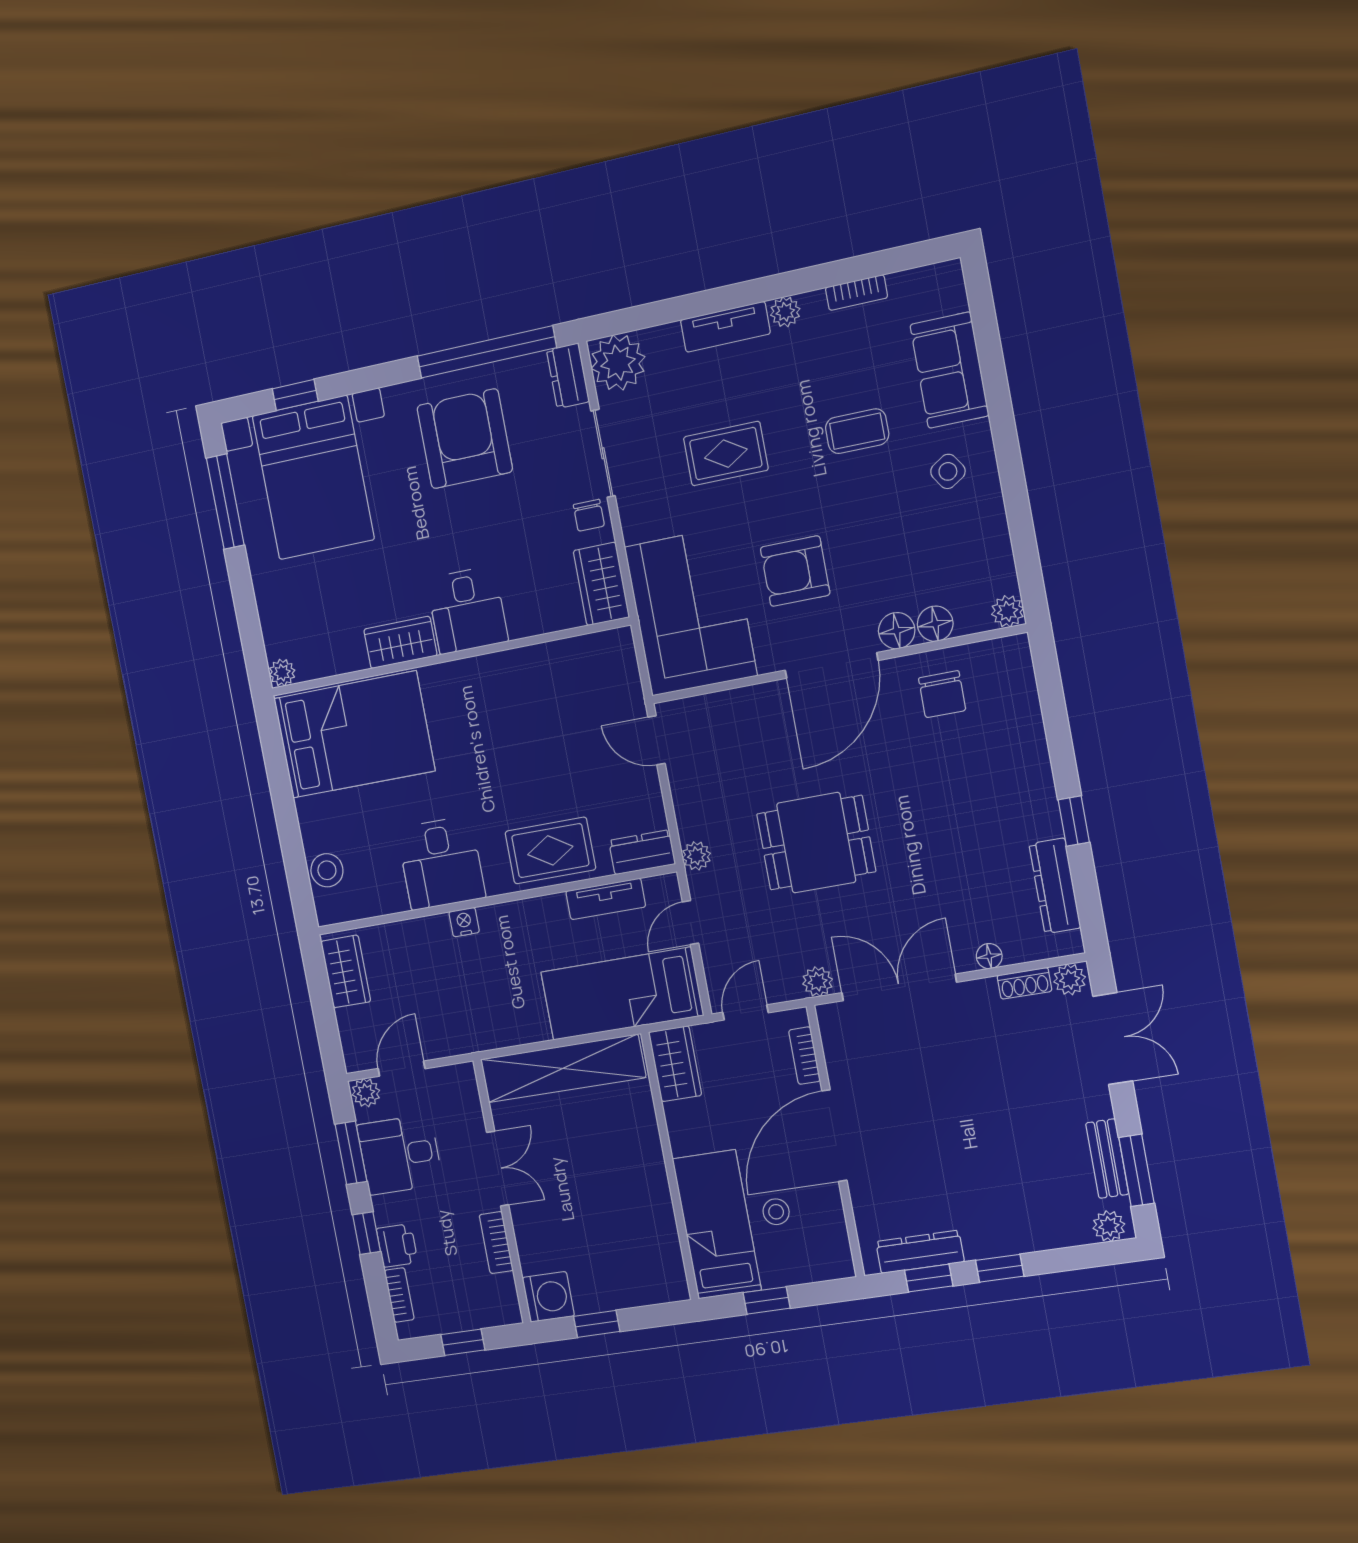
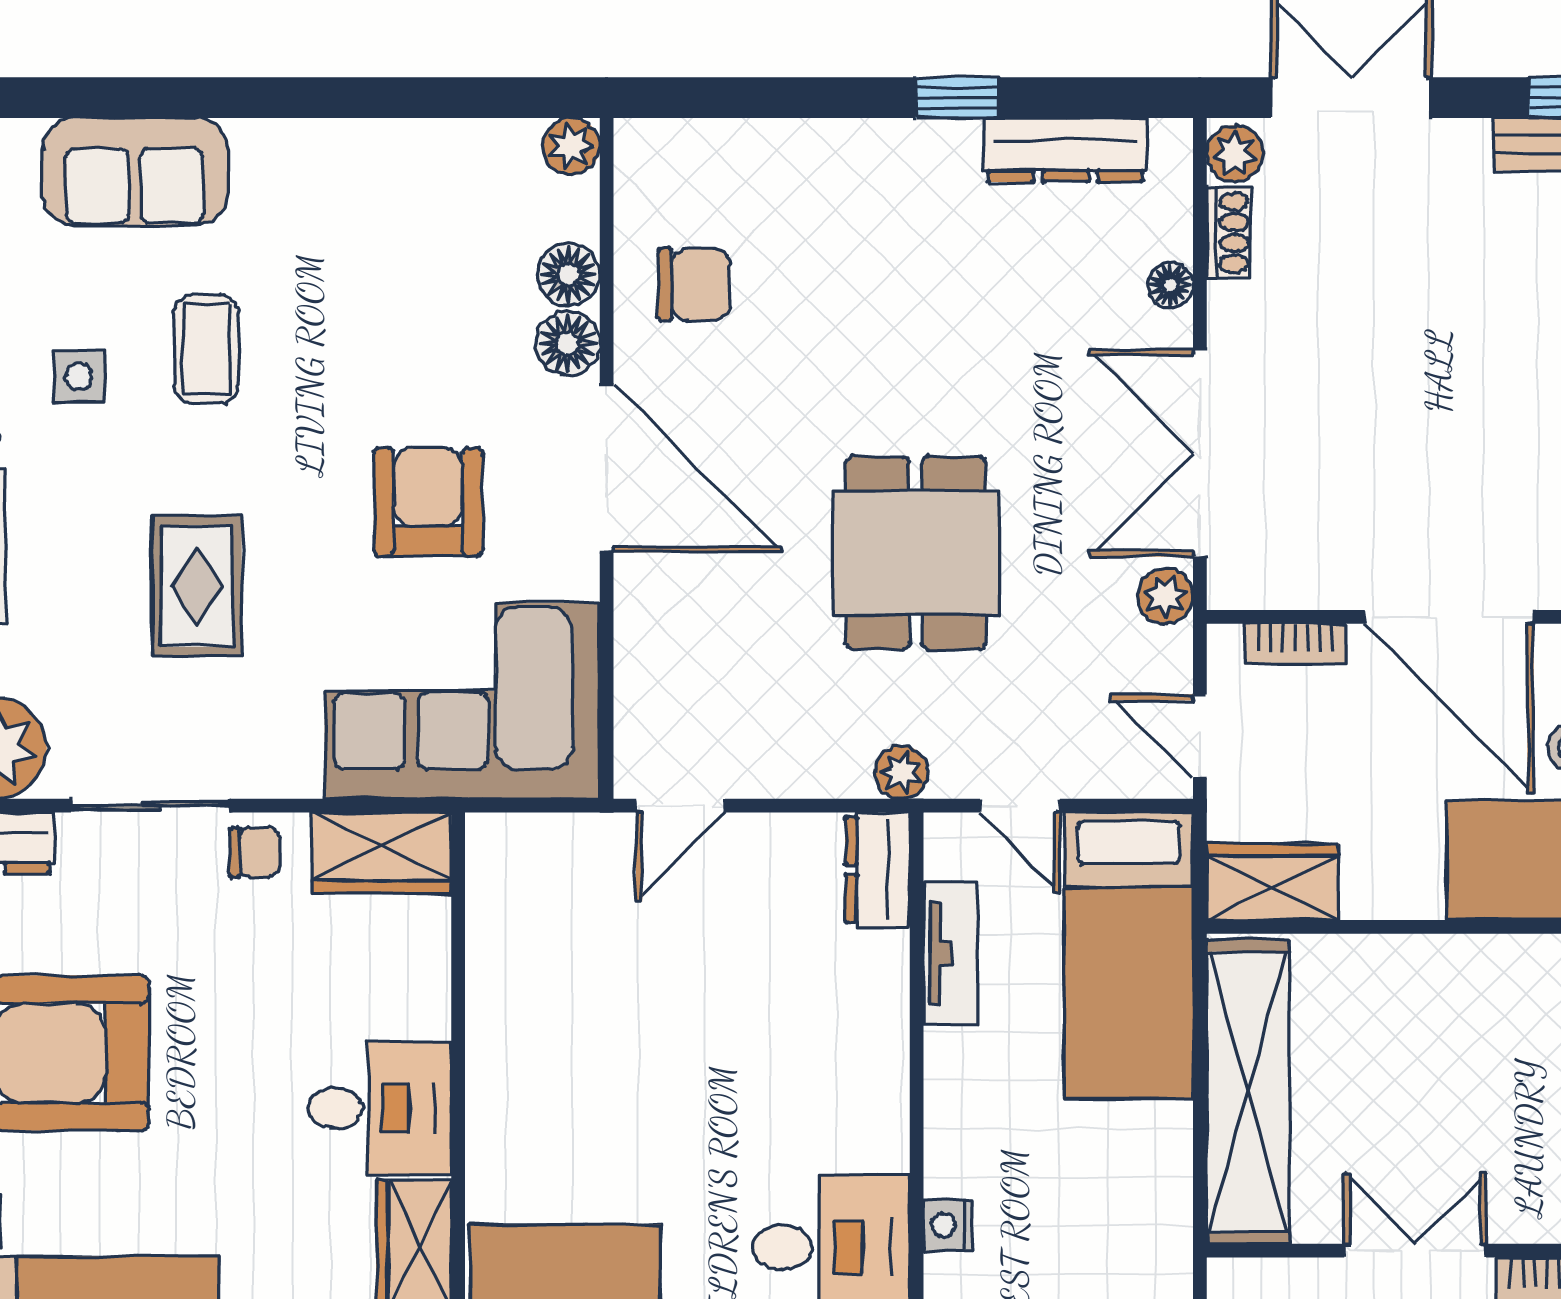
side table: (948, 471) -> (79, 376), moved, turned 33
armchair: (795, 571) -> (428, 502), turned 180
rug: (550, 850) -> (845, 1038), removed

